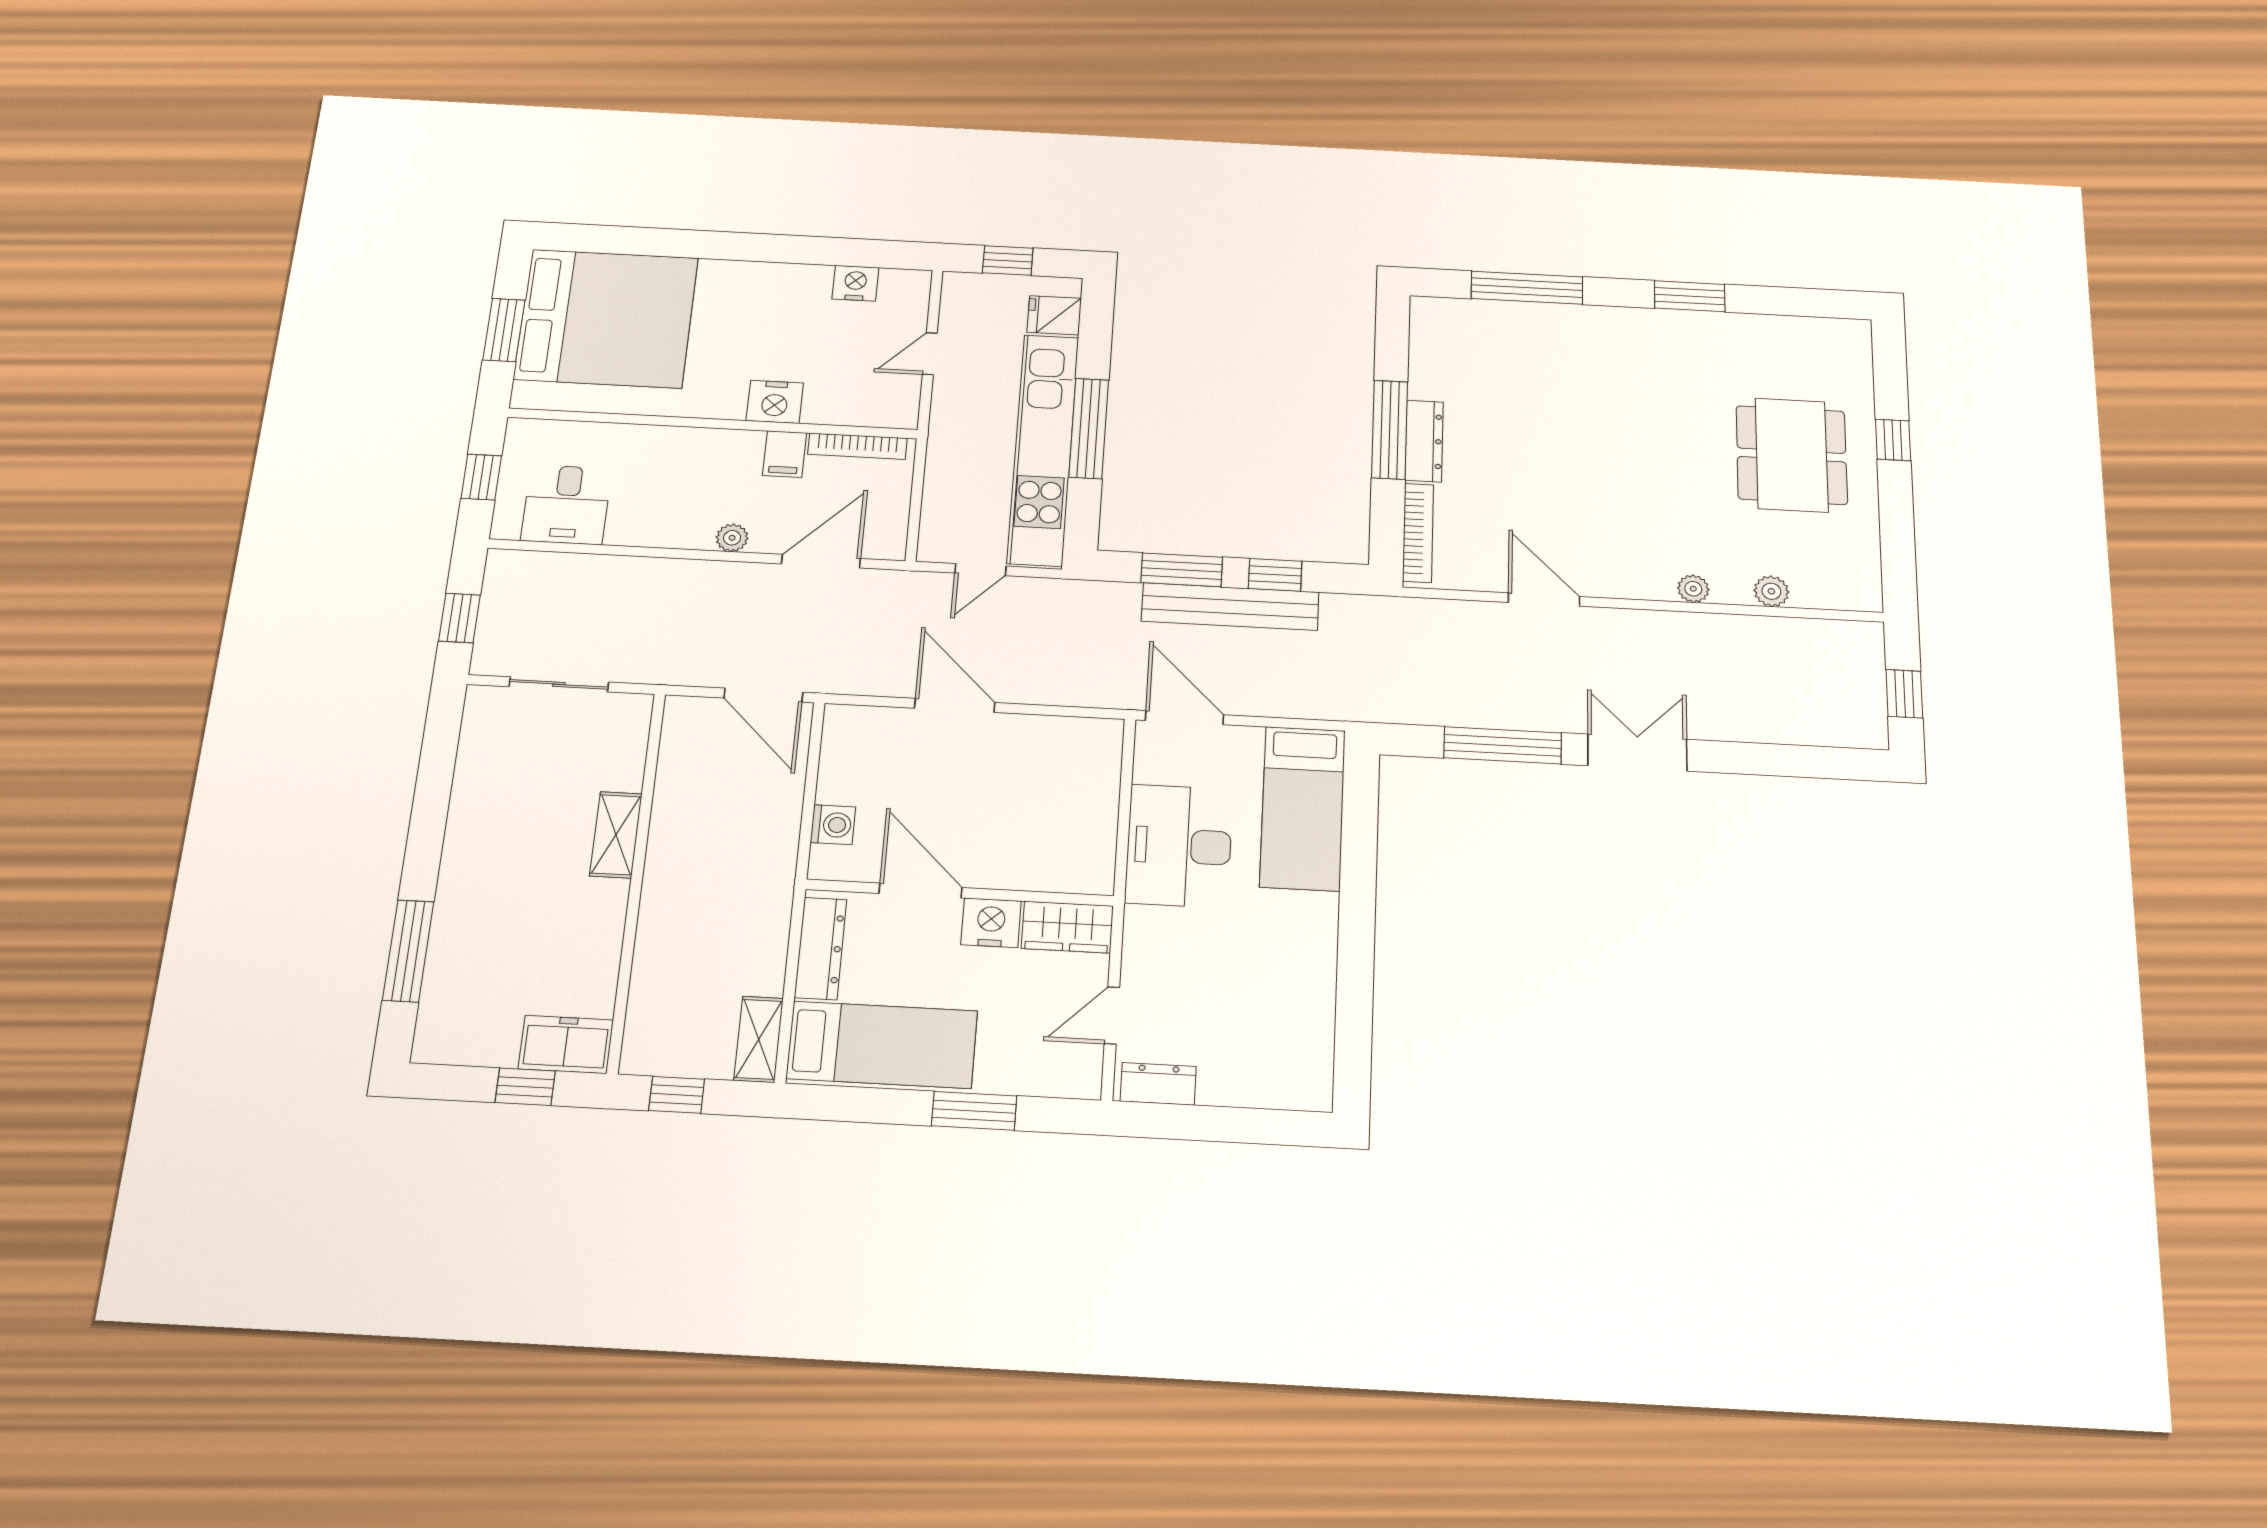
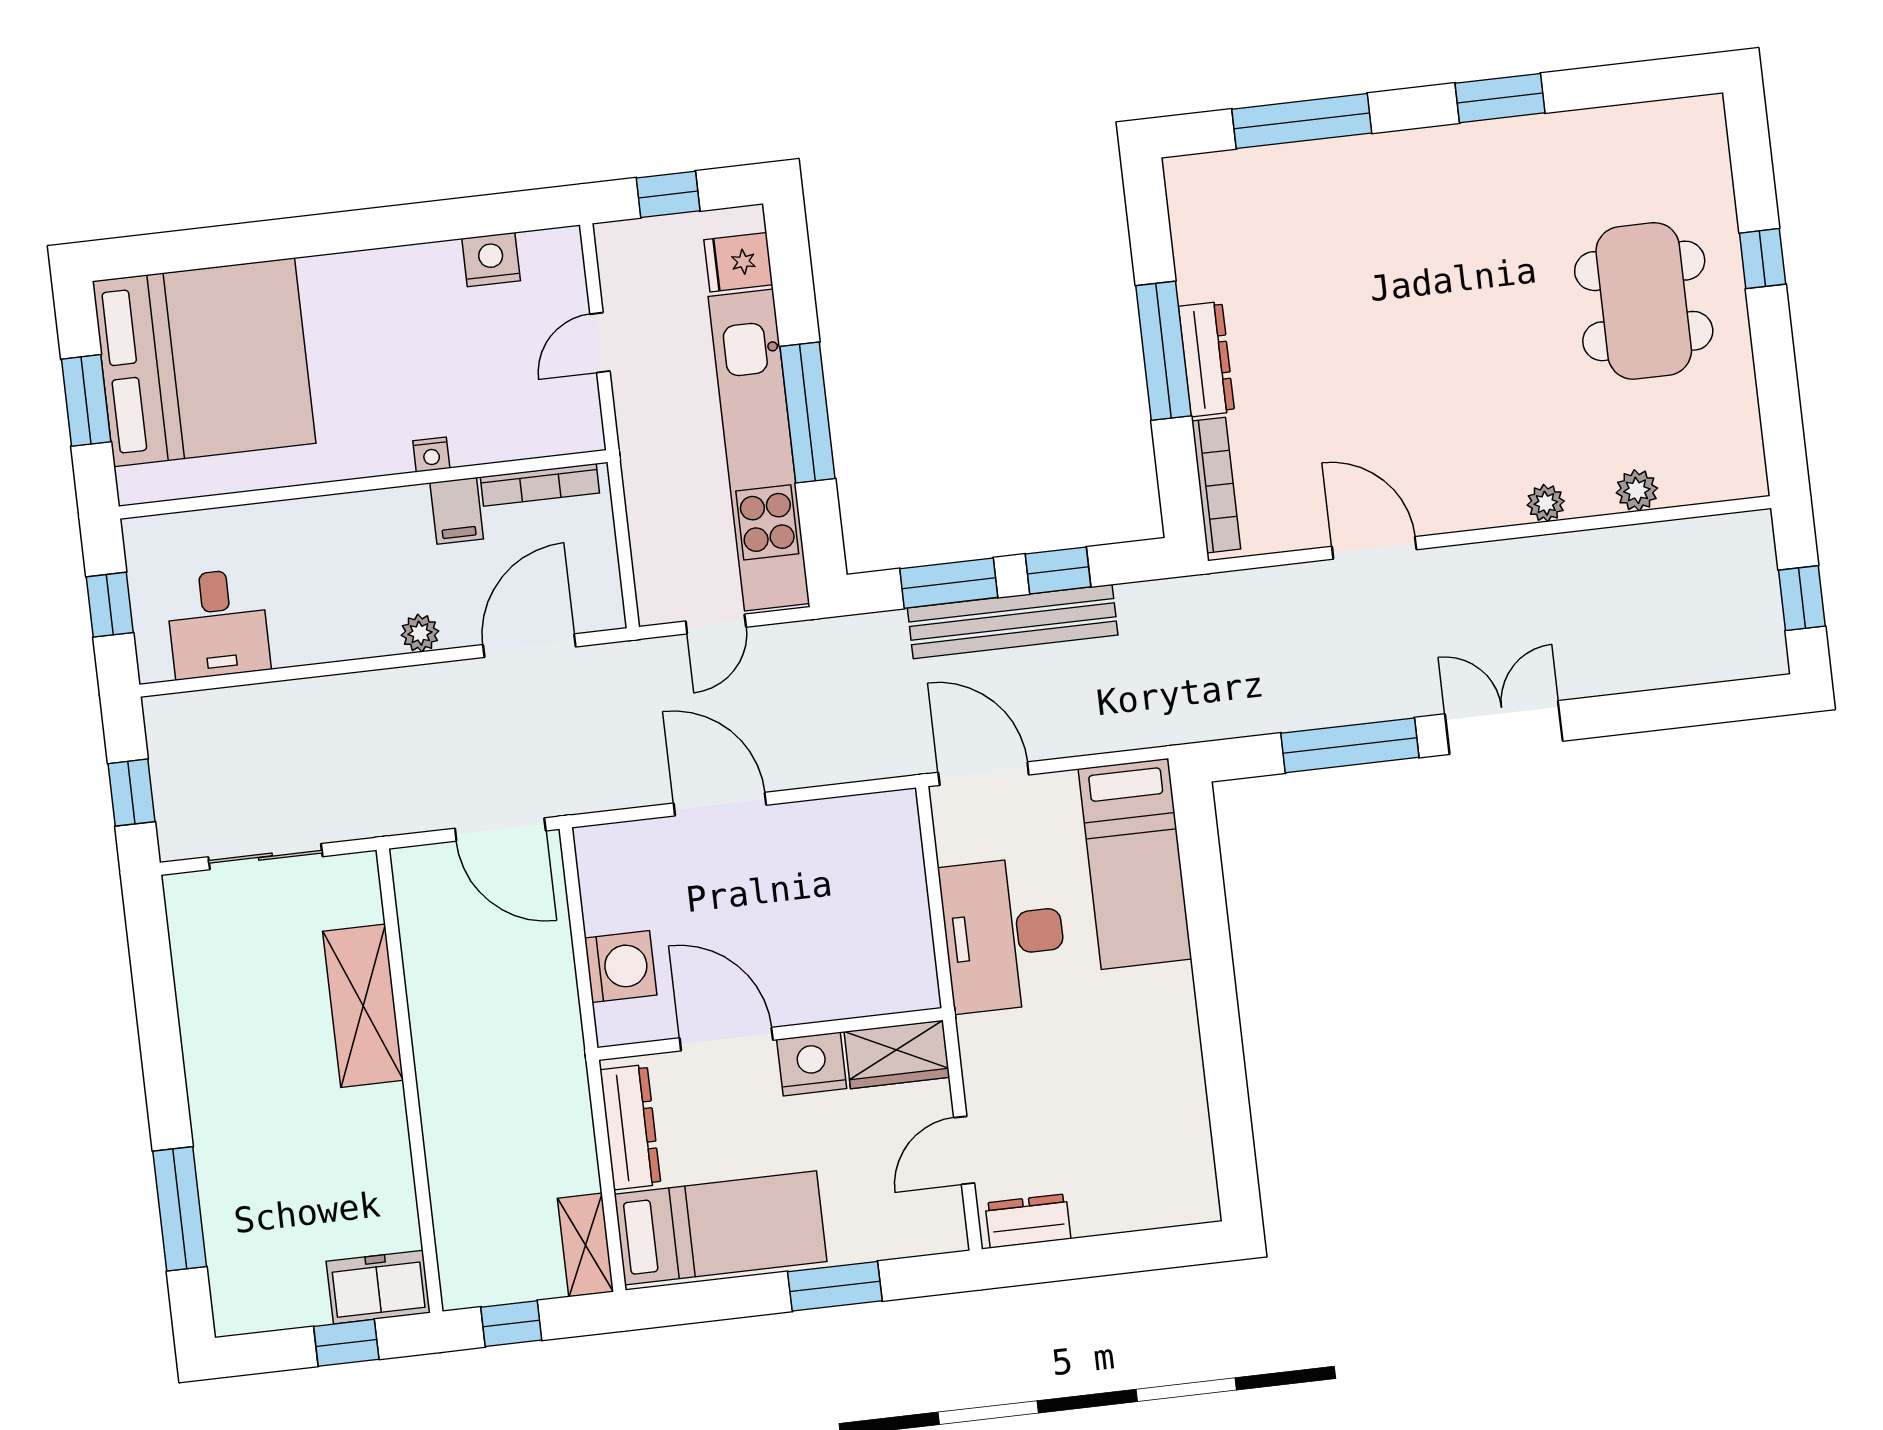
nightstand: (775, 402) -> (431, 455), width x0.53, depth x0.56
washing machine: (833, 825) -> (621, 967), width x1.38, depth x1.38
shelving: (616, 835) -> (363, 1006), width x1.50, depth x1.33

